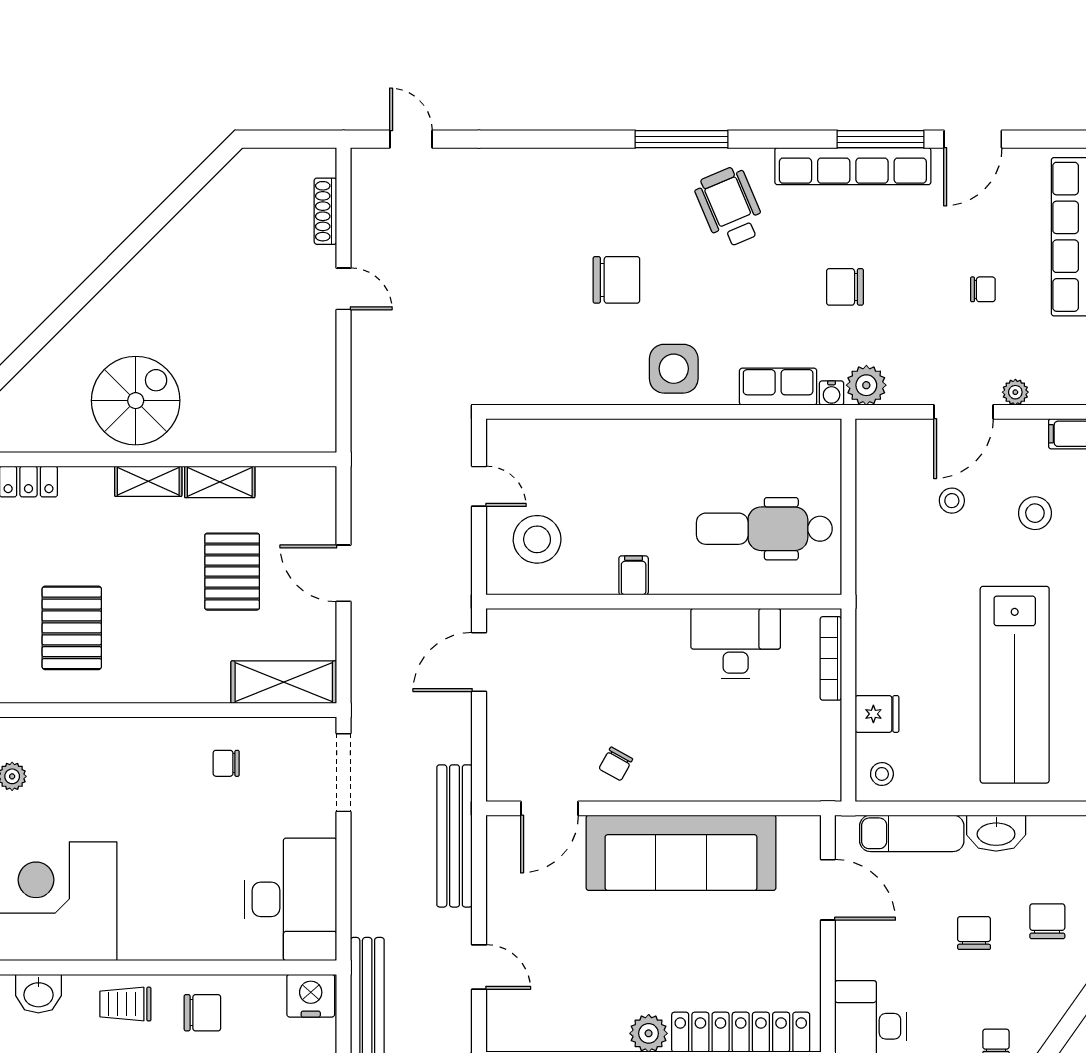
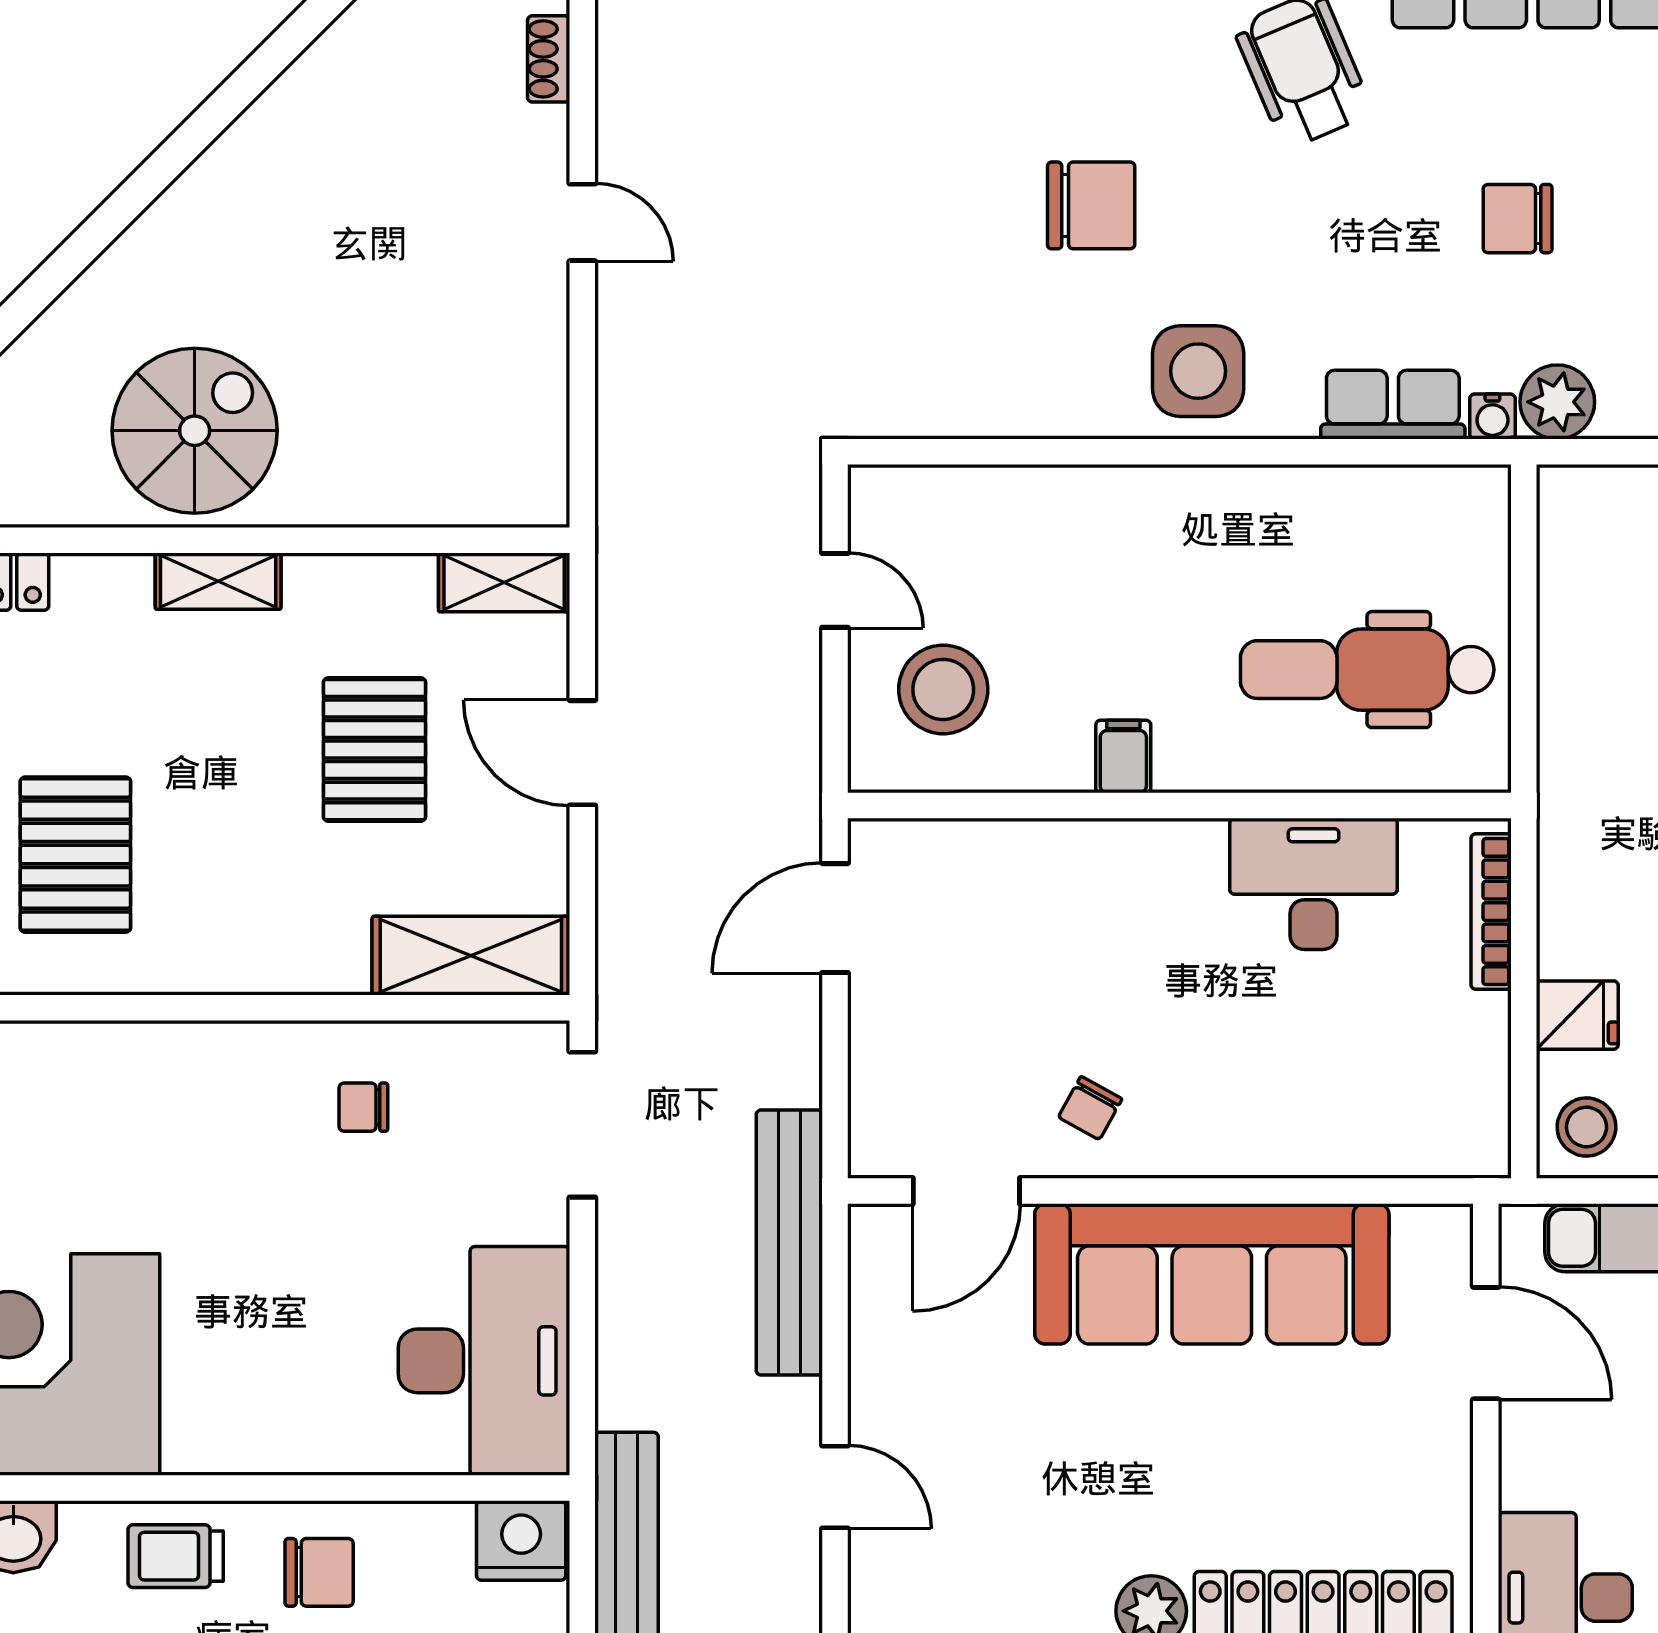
shoe rack: (325, 211) -> (549, 59), width x0.70
shelving: (220, 482) -> (504, 582), moved
stool: (882, 774) -> (1586, 1127), width x1.37, depth x1.37

